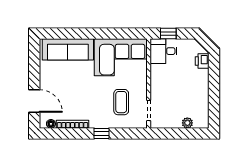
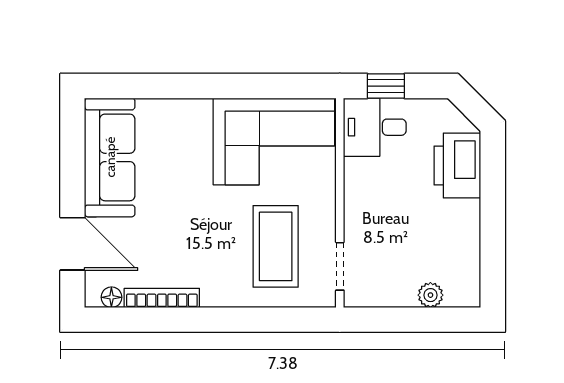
sofa: (68, 49) -> (110, 157), moved, turned -90
printer: (202, 61) -> (457, 165), width x1.87, depth x1.48
coffee table: (121, 102) -> (276, 246), width x1.36, depth x1.32
window: (101, 133) -> (230, 320), removed

